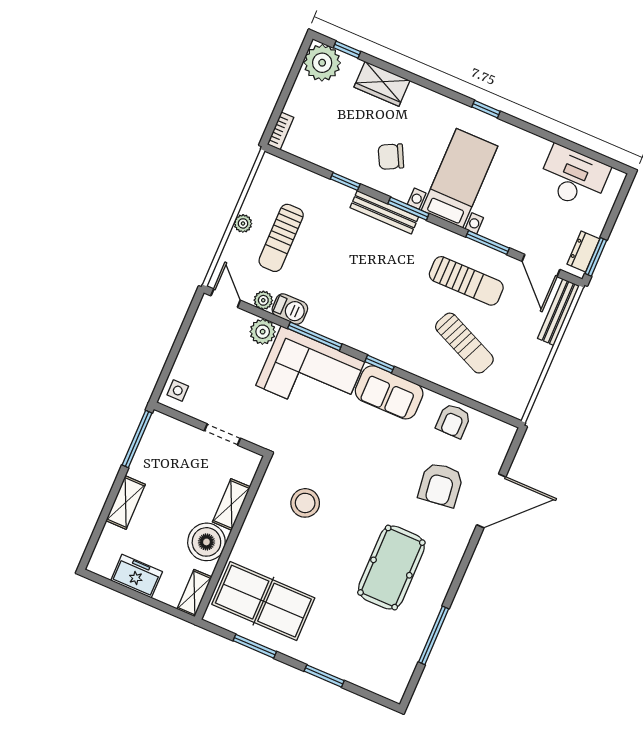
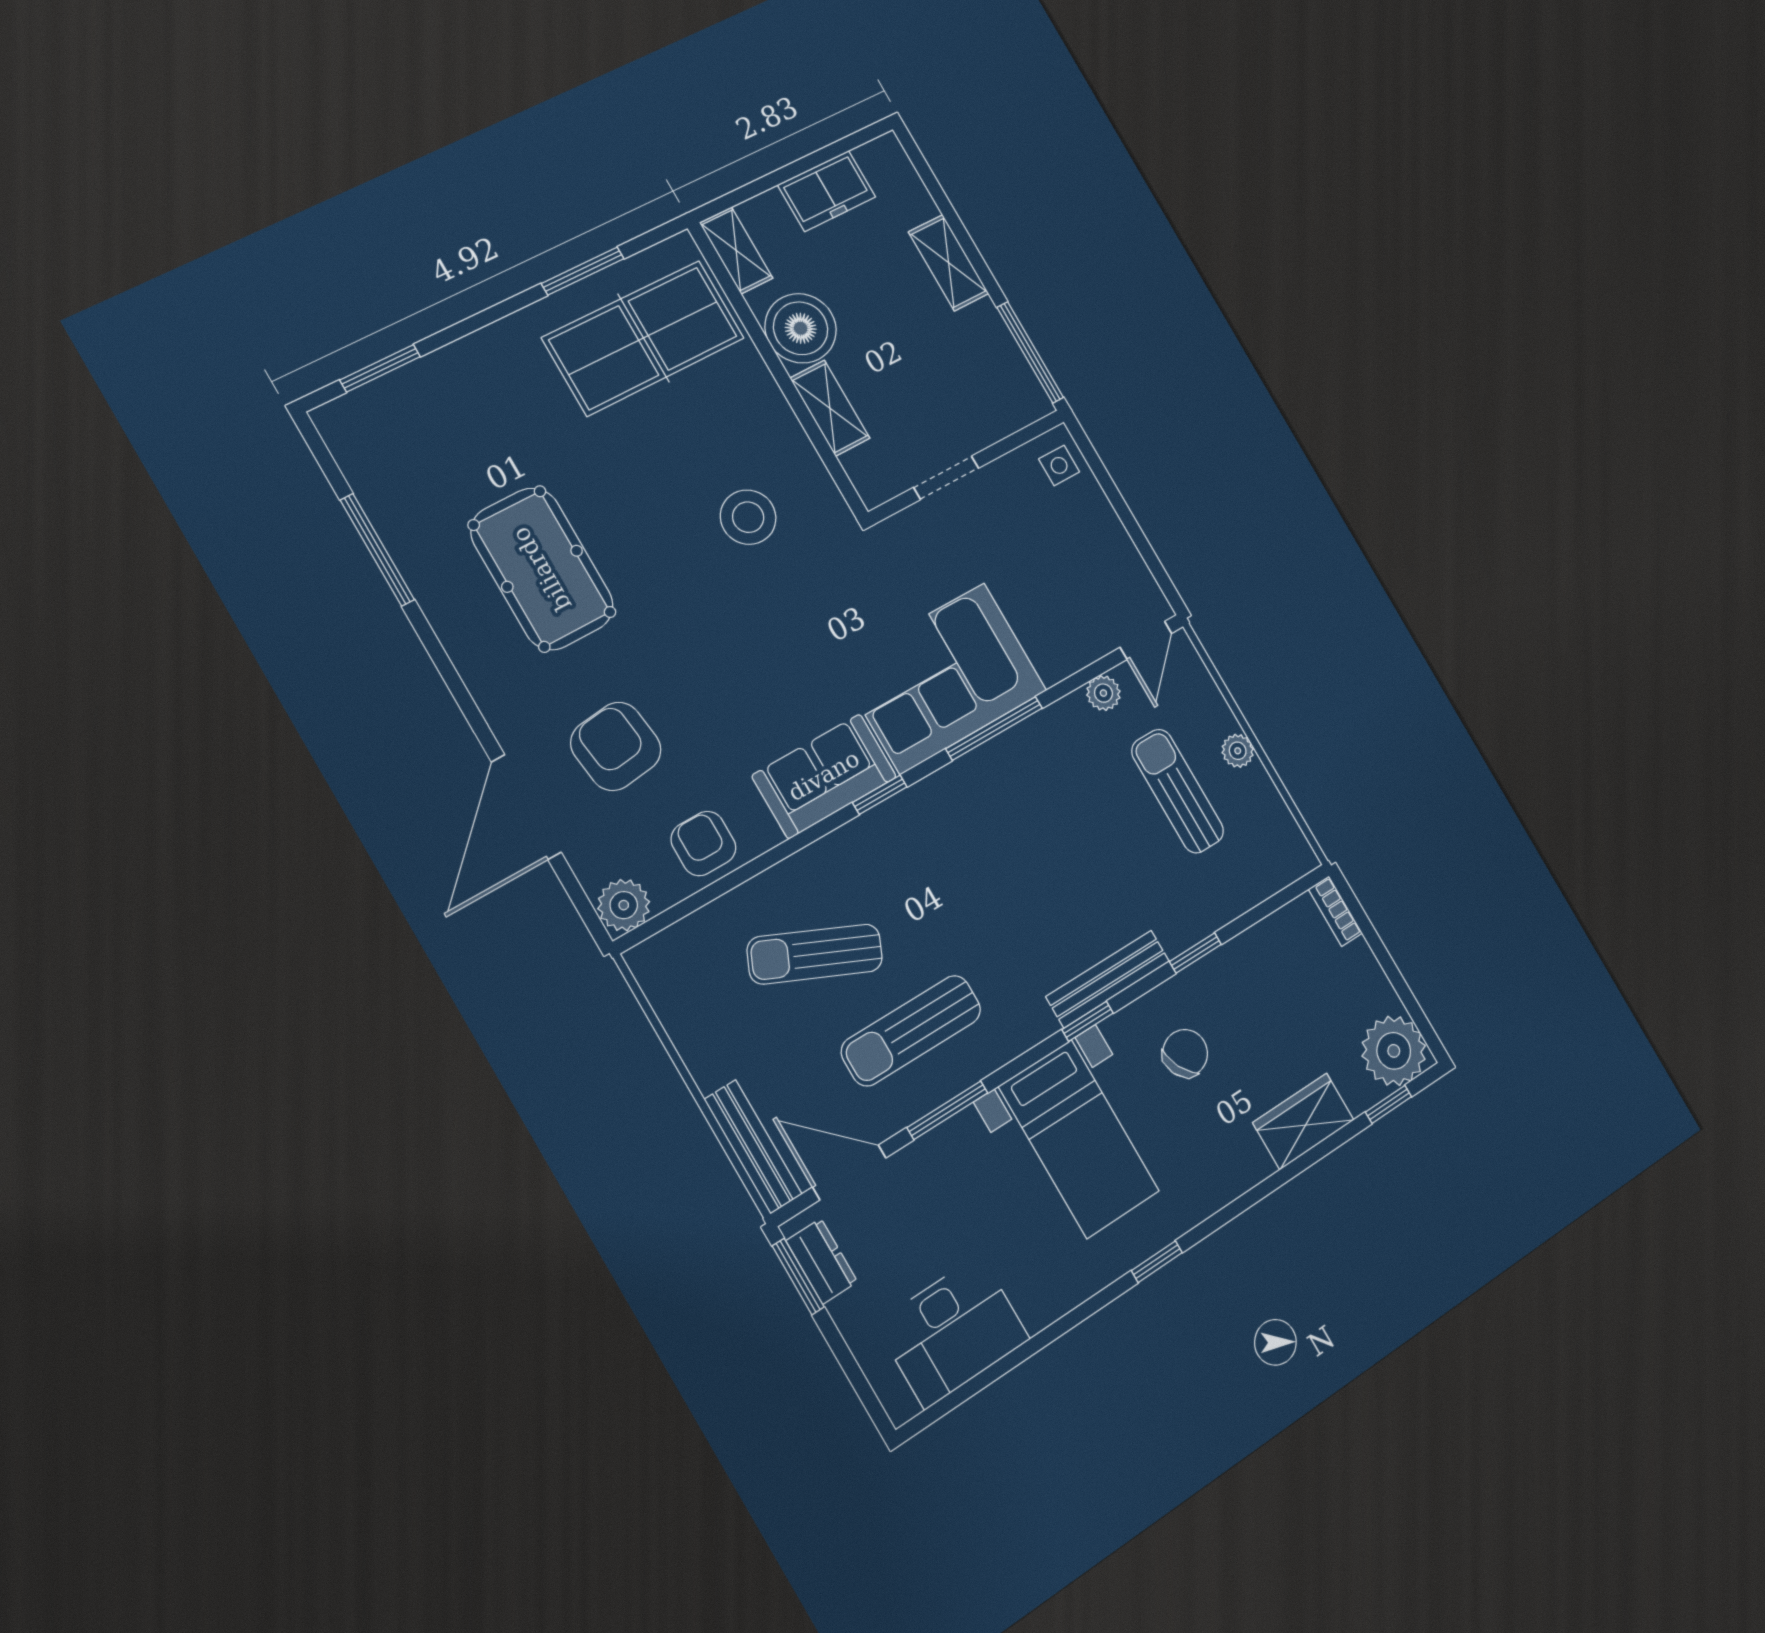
window: (408, 209) -> (1088, 1021), width x0.67
door: (226, 298) -> (1146, 640), hinge flipped
barbecue: (290, 309) -> (1062, 722), removed
plant: (263, 332) -> (624, 905), moved
window: (324, 676) -> (380, 368), moved

